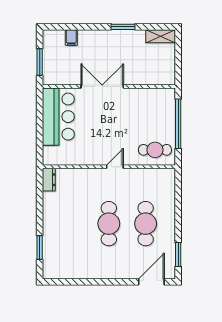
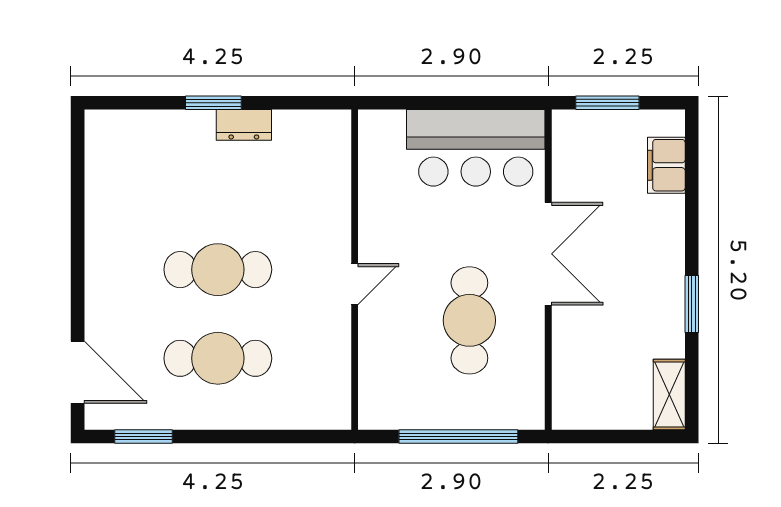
filing cabinet: (71, 38) -> (666, 165), width x2.00
cafe table: (155, 150) -> (469, 320), moved, width x1.37, depth x1.35
door: (115, 167) -> (355, 284), hinge flipped
dresser: (49, 180) -> (244, 125), moved
window: (40, 248) -> (213, 103), moved

